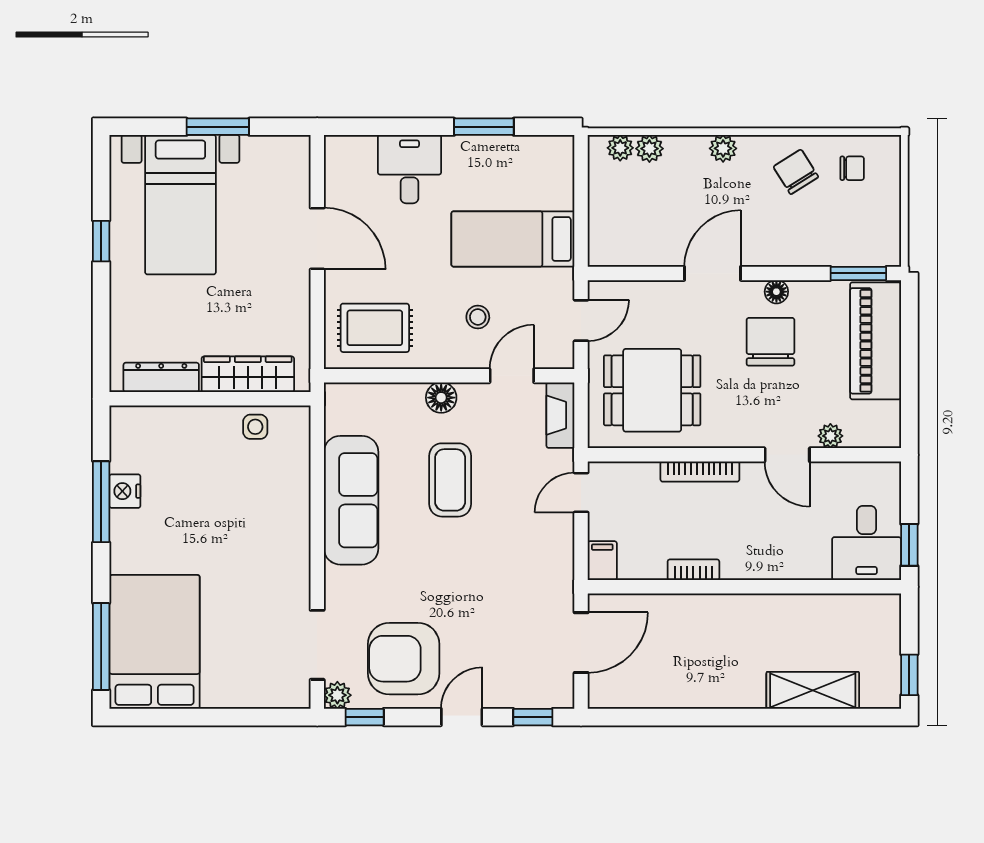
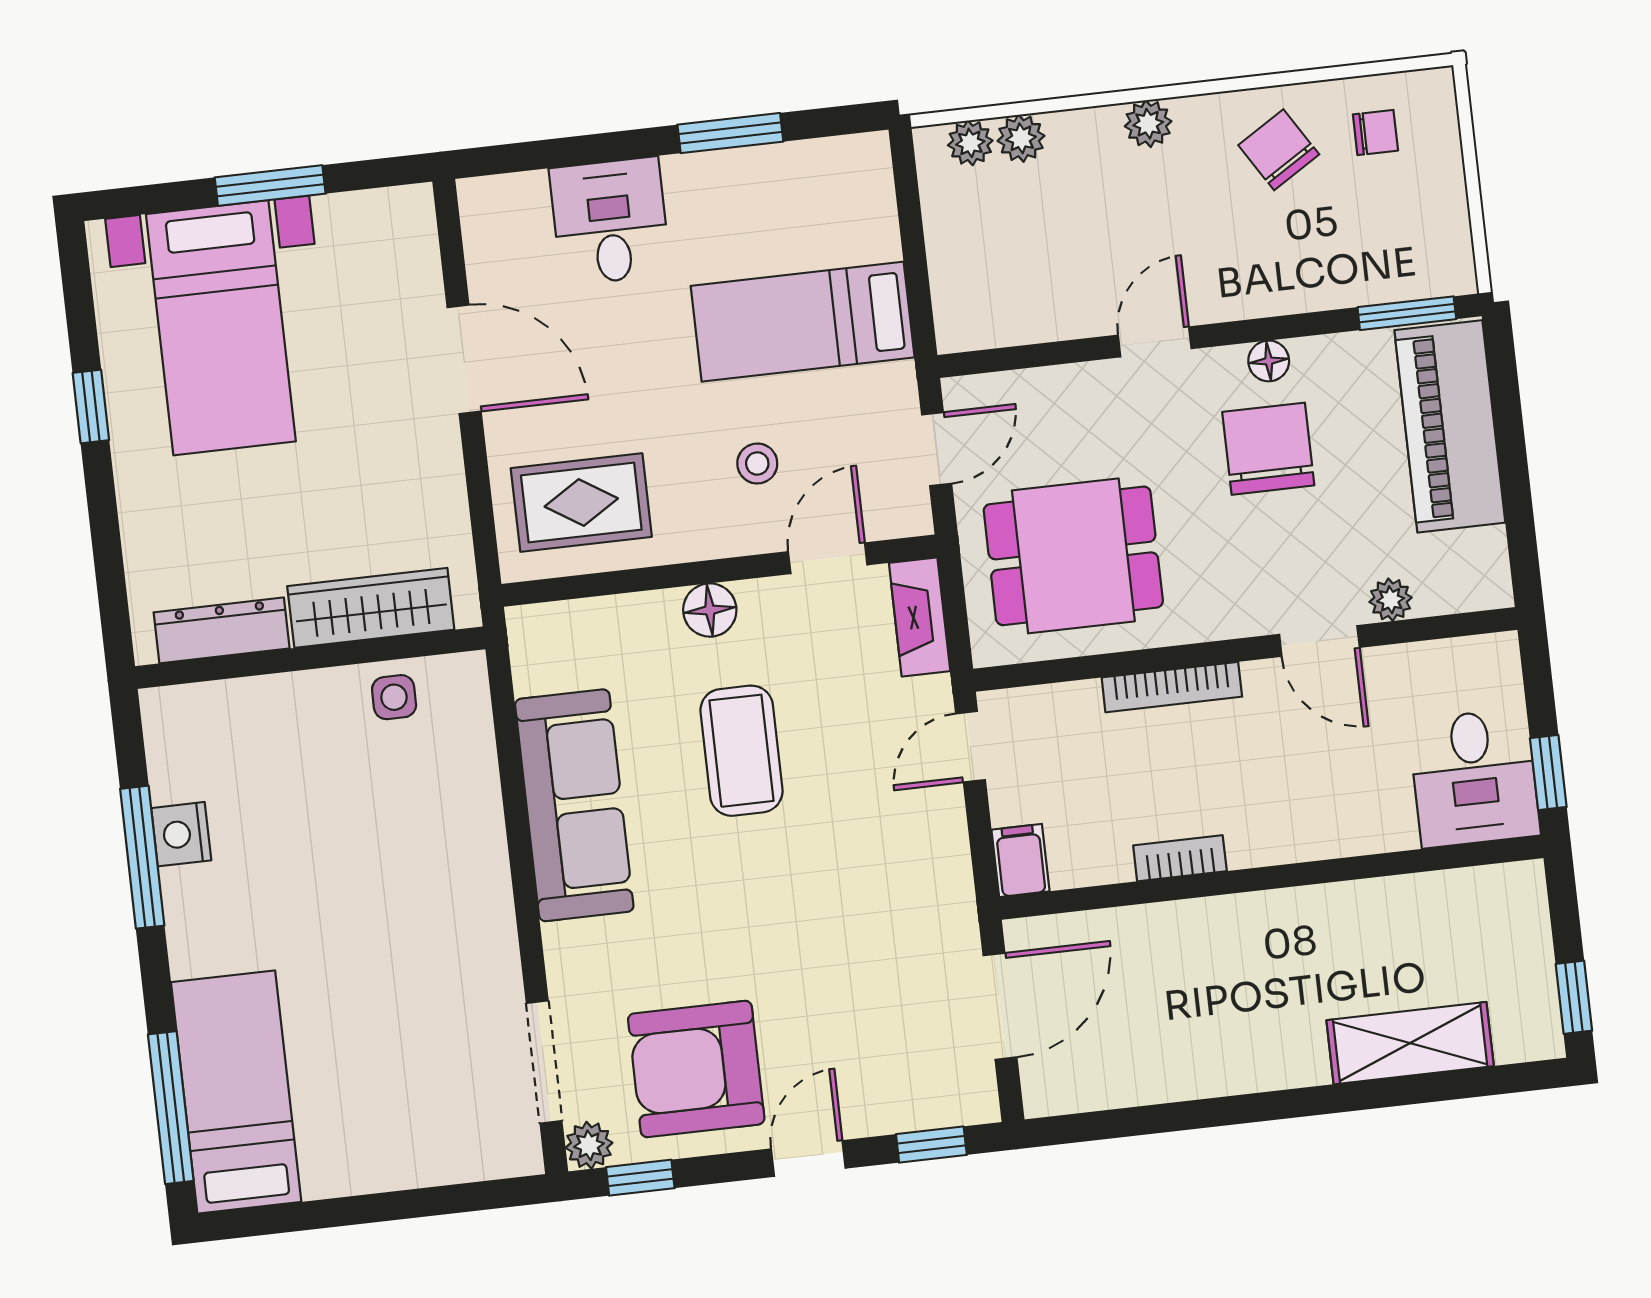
door: (713, 273) -> (1155, 342), width x0.73
bed: (155, 642) -> (236, 1092), width x0.67

